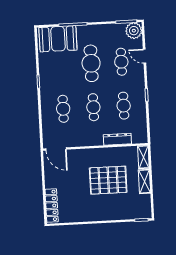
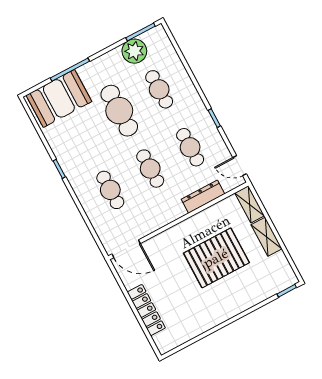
plant: (134, 31) -> (134, 51), moved
door: (144, 56) -> (240, 166), moved
locker: (52, 206) -> (146, 310), moved

